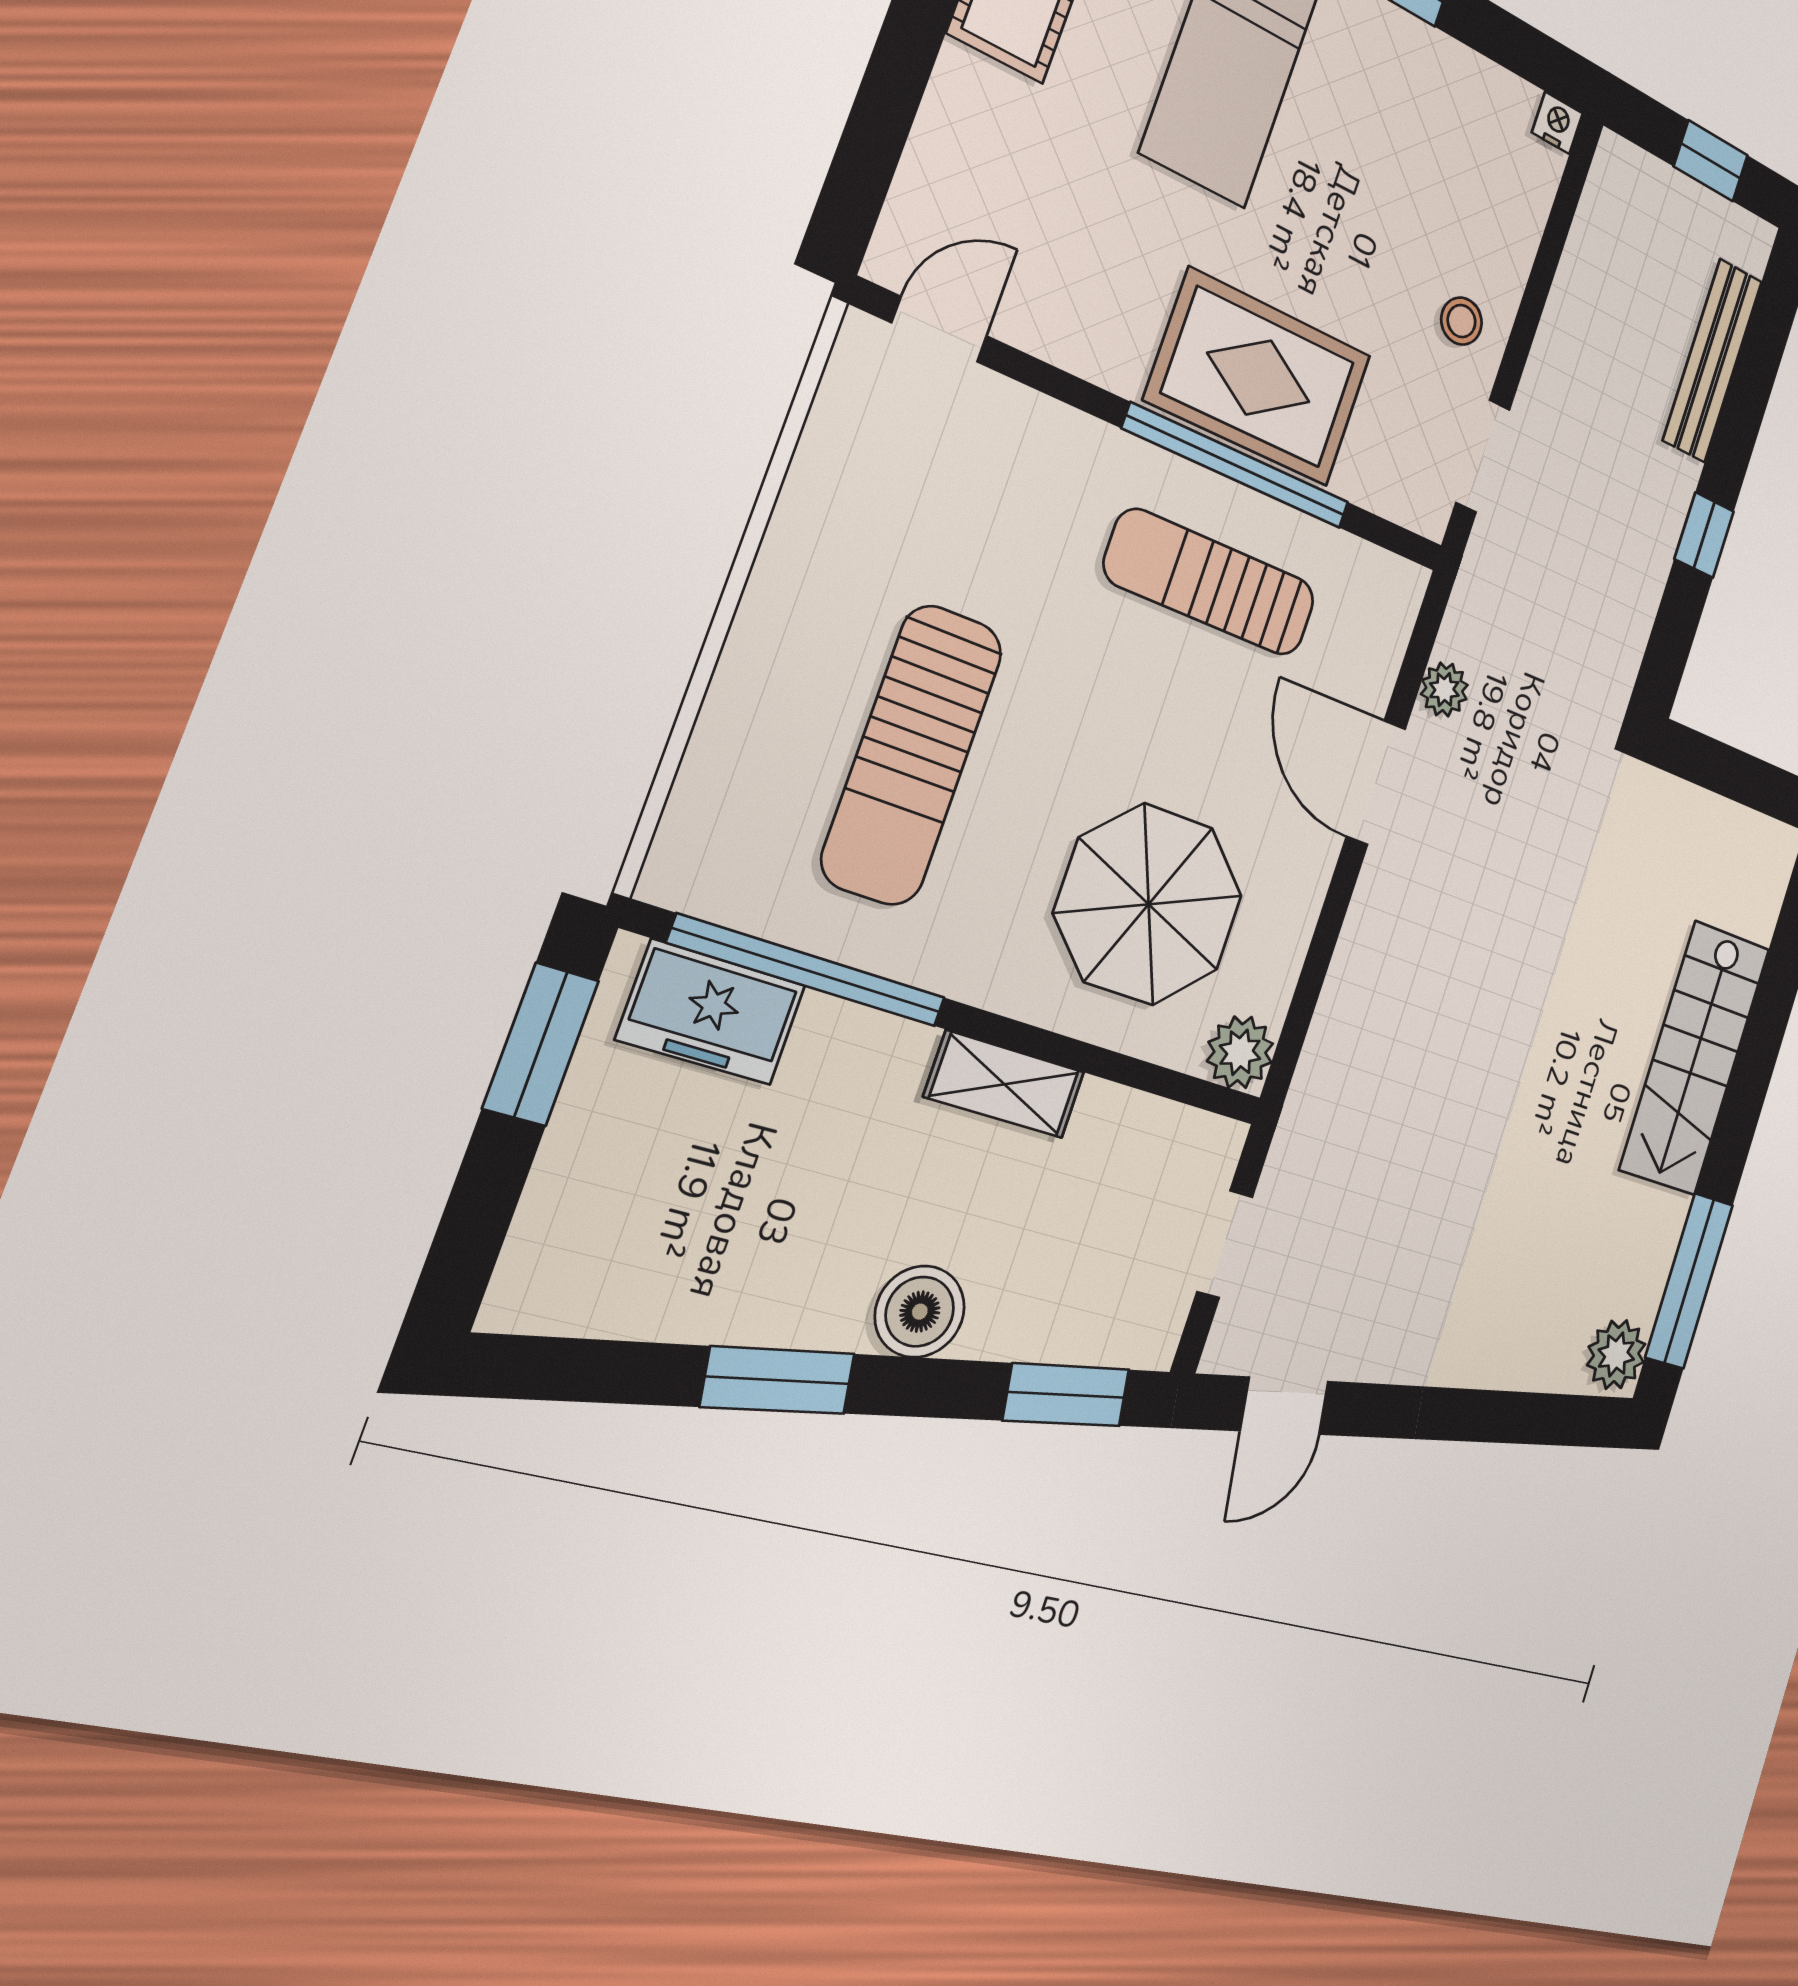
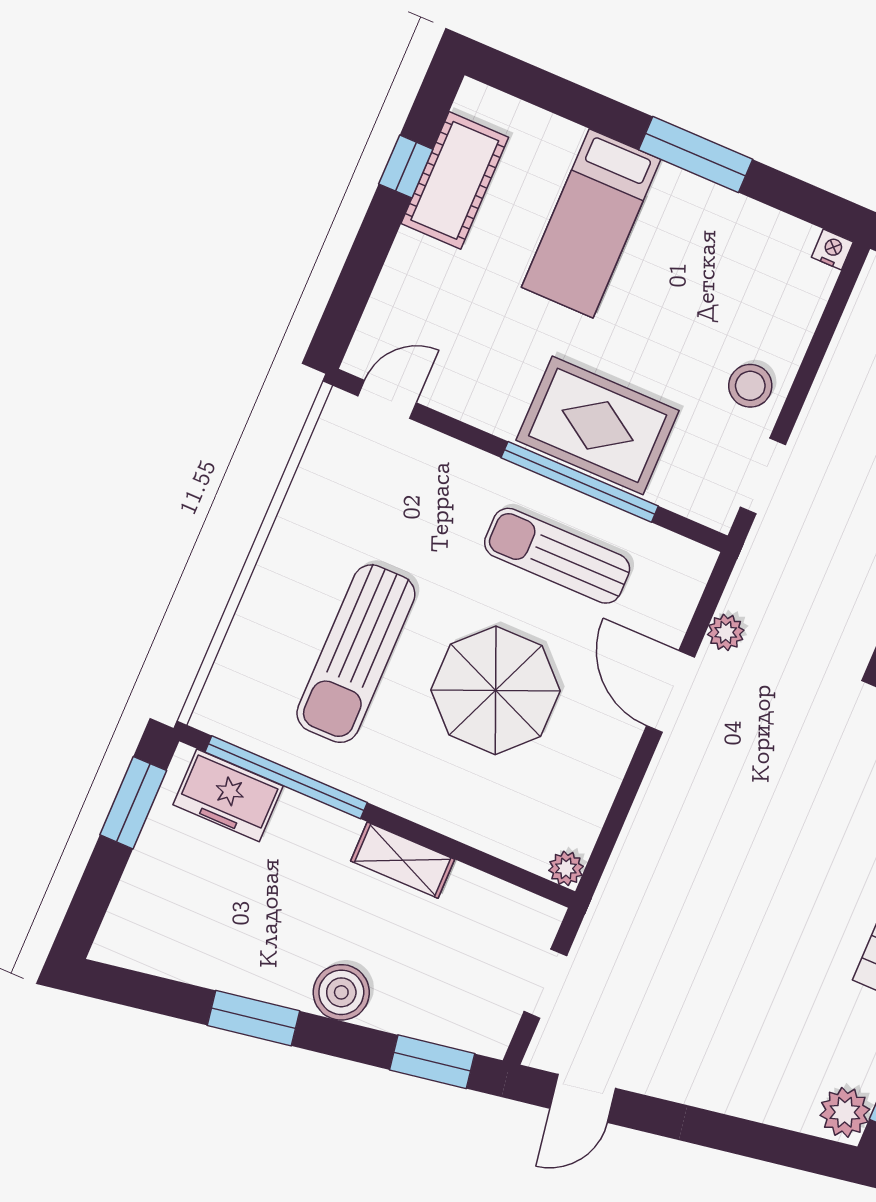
stool: (1461, 321) -> (750, 386), width x1.37, depth x1.37
parasol: (1149, 904) -> (496, 690), moved
plant: (1240, 1052) -> (566, 868), width x0.73, depth x0.73

